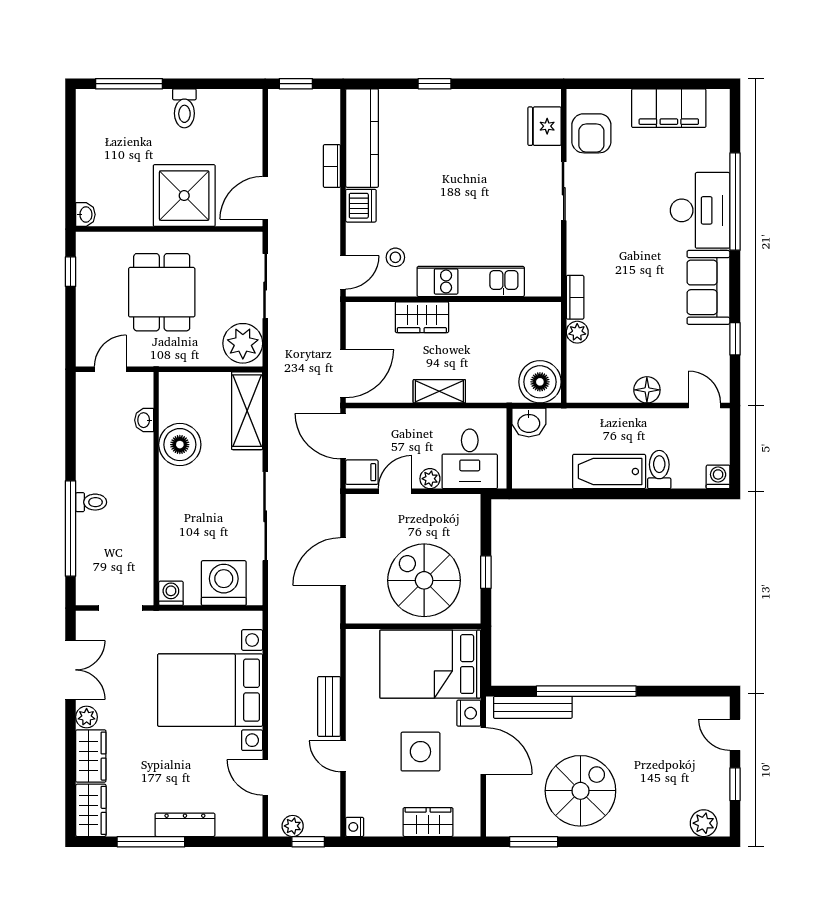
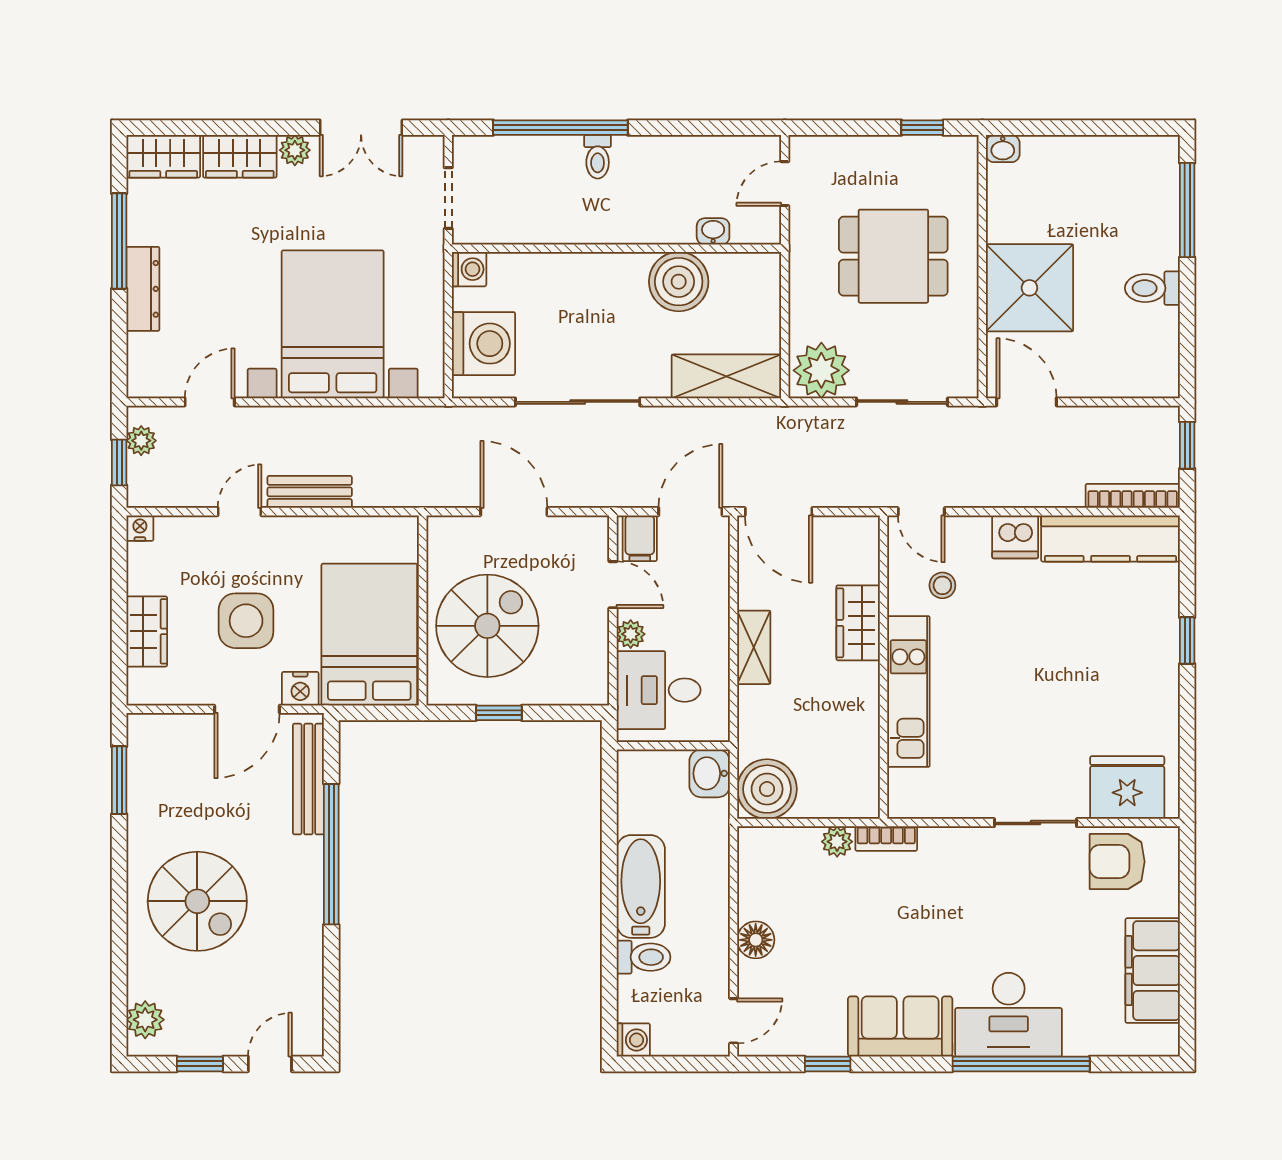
fridge: (544, 126) -> (1127, 788), width x1.36, depth x1.34
bookcase: (332, 166) -> (1133, 496), moved, width x1.56
door: (110, 369) -> (785, 184), swing flipped
spiral stairs: (580, 791) -> (197, 901), moved

